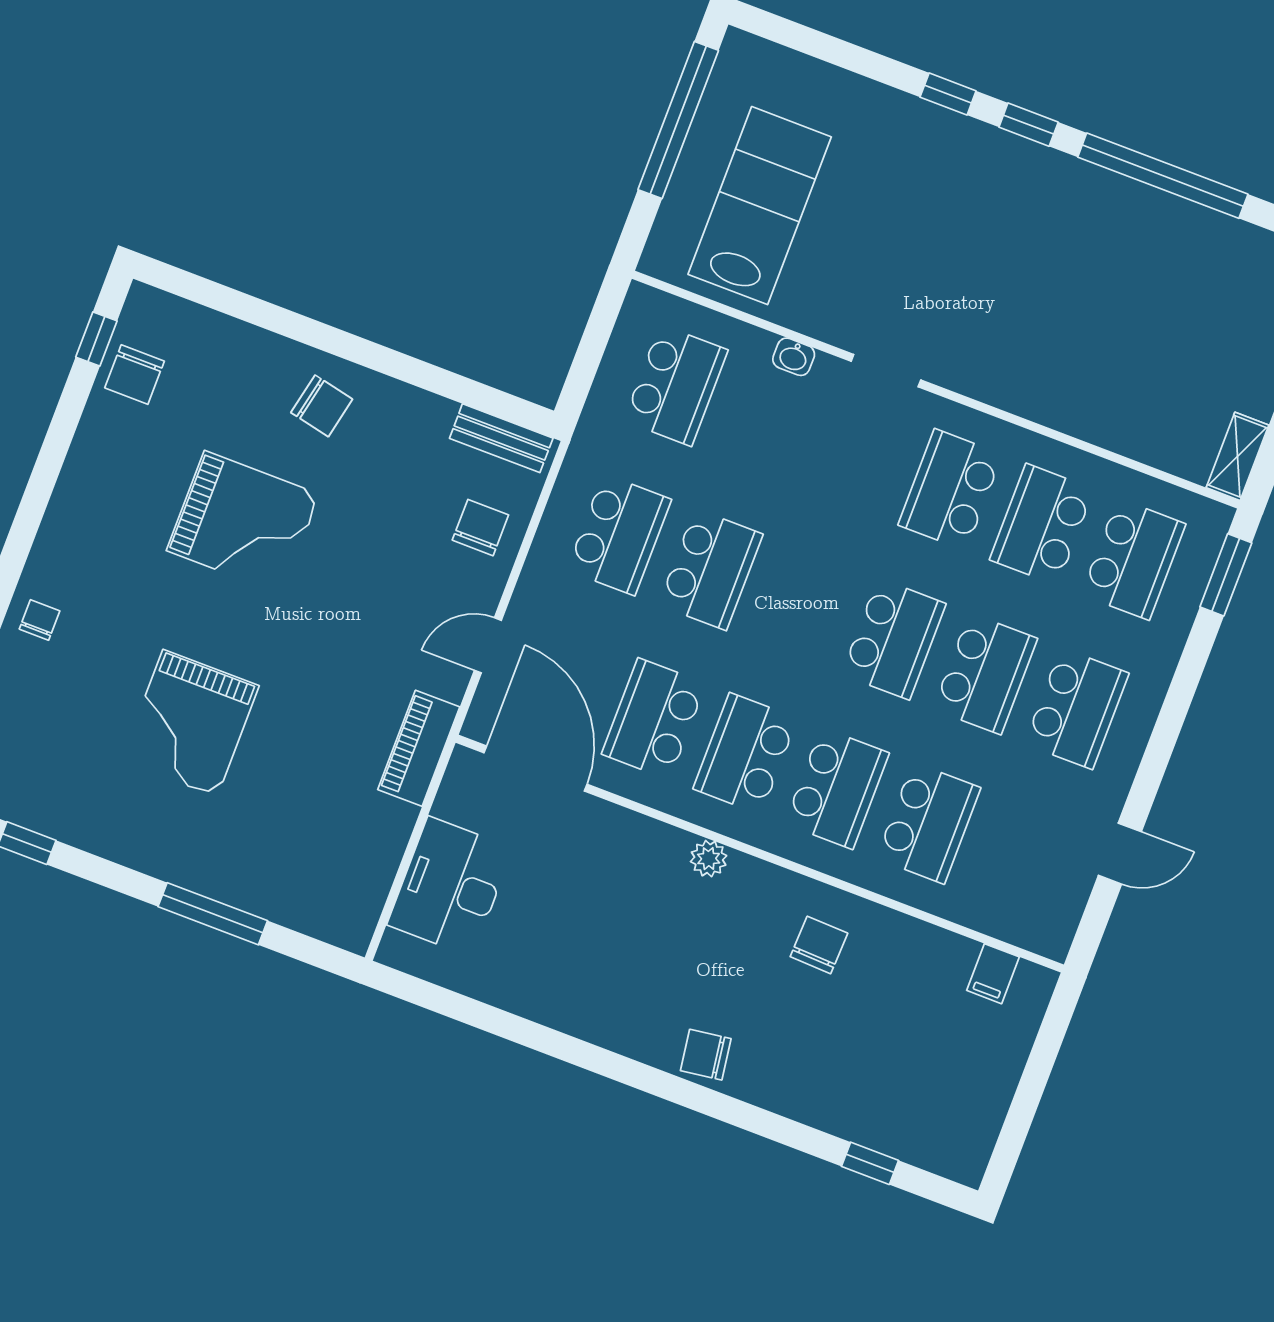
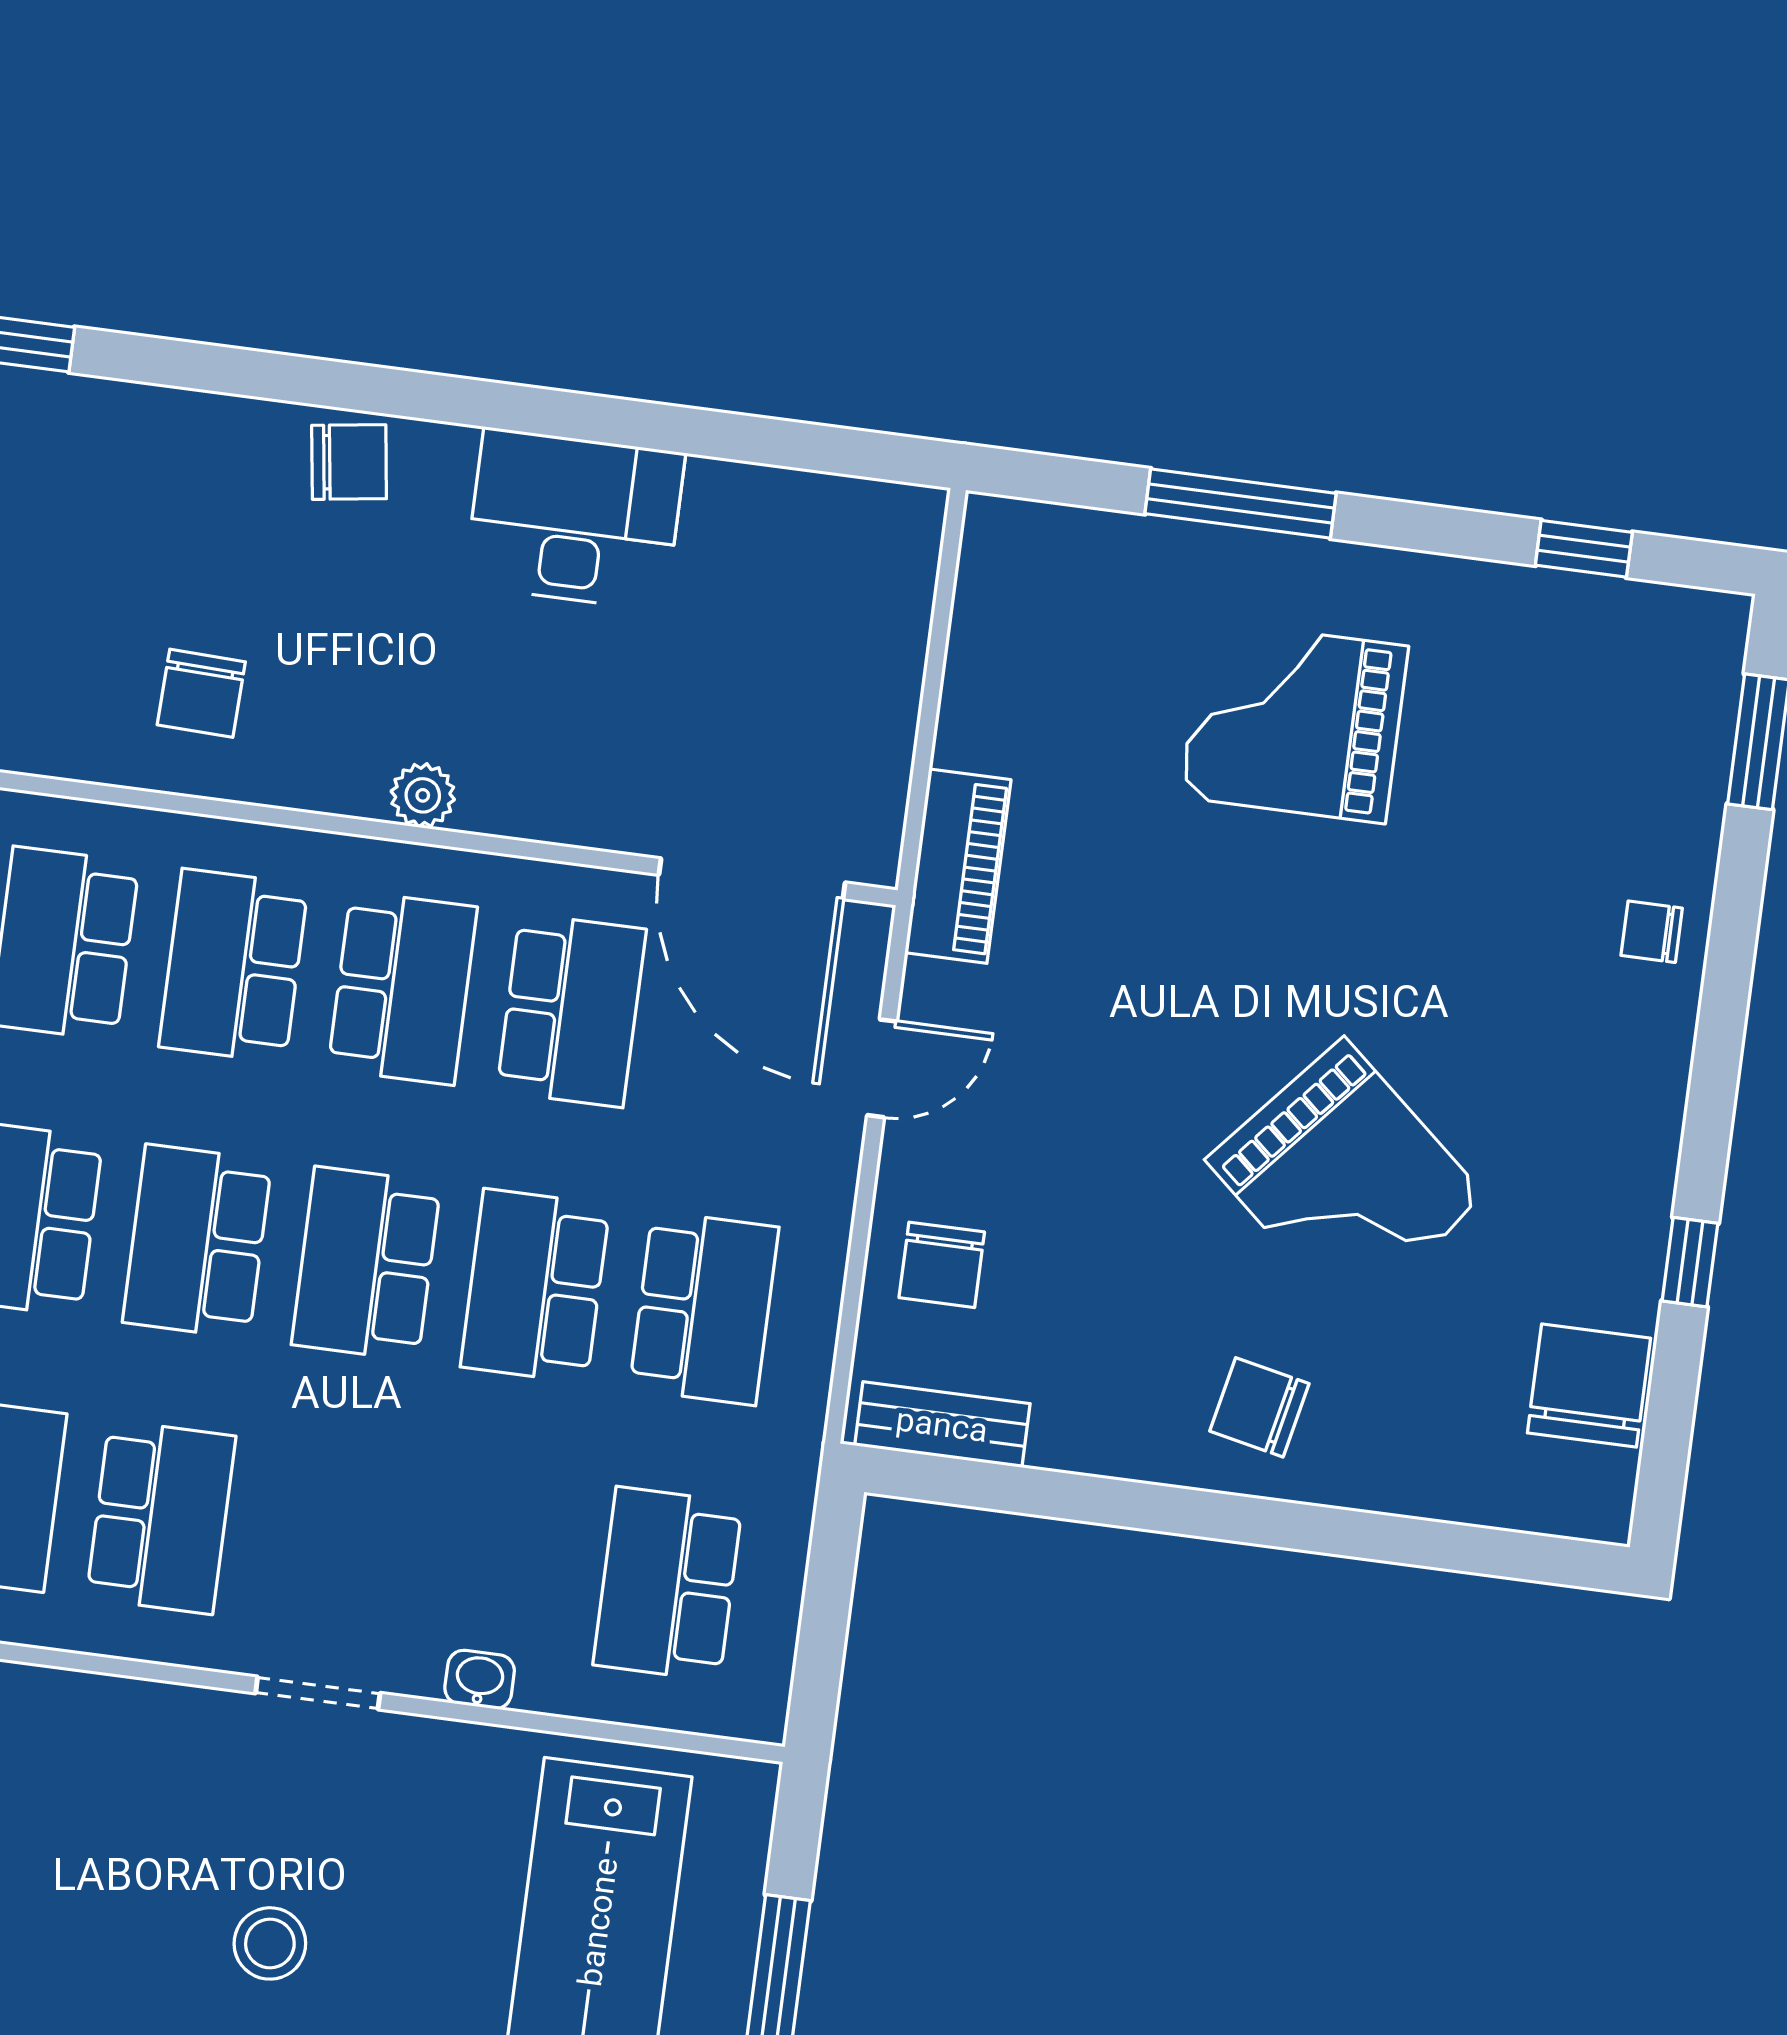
stool: (946, 237) -> (270, 1943), added
window: (96, 339) -> (1690, 1262), moved
chair: (135, 375) -> (1589, 1386), width x1.37, depth x1.37
grand piano: (243, 522) -> (1346, 1178), turned -139
school desk: (619, 535) -> (704, 1308), turned 180
school desk: (802, 604) -> (366, 1264), added
chair: (40, 620) -> (1652, 932), turned 90
grand piano: (190, 723) -> (1294, 722), moved, turned -90
desk: (450, 886) -> (574, 519), moved, turned -90

